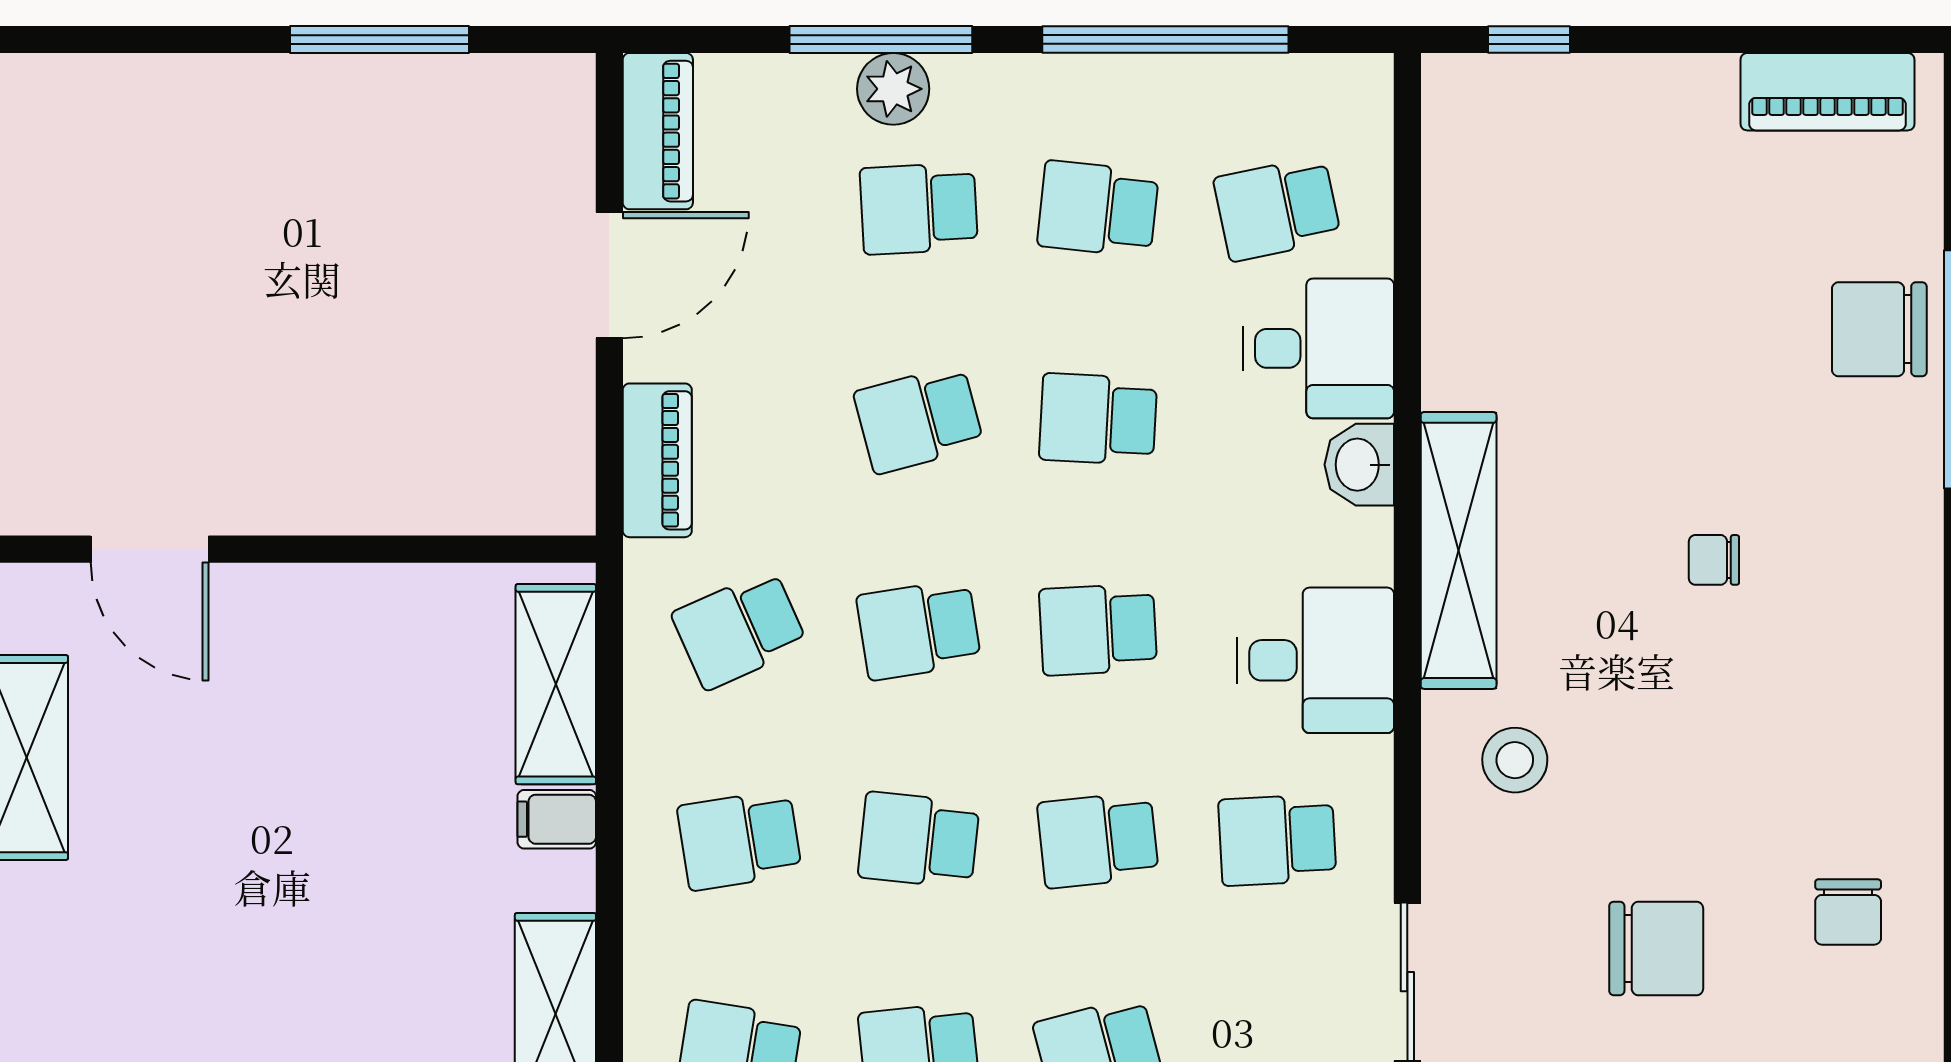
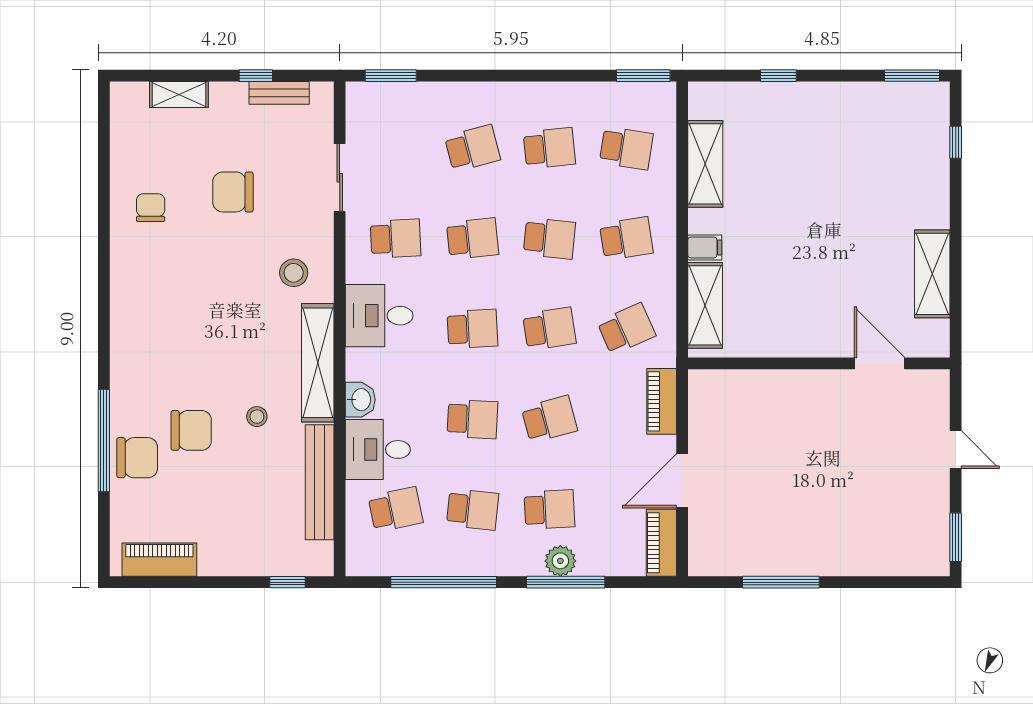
bench: (1454, 272) -> (320, 482), added
stool: (1600, 425) -> (257, 417), added
chair: (1714, 560) -> (191, 430), moved, width x1.87, depth x1.87

